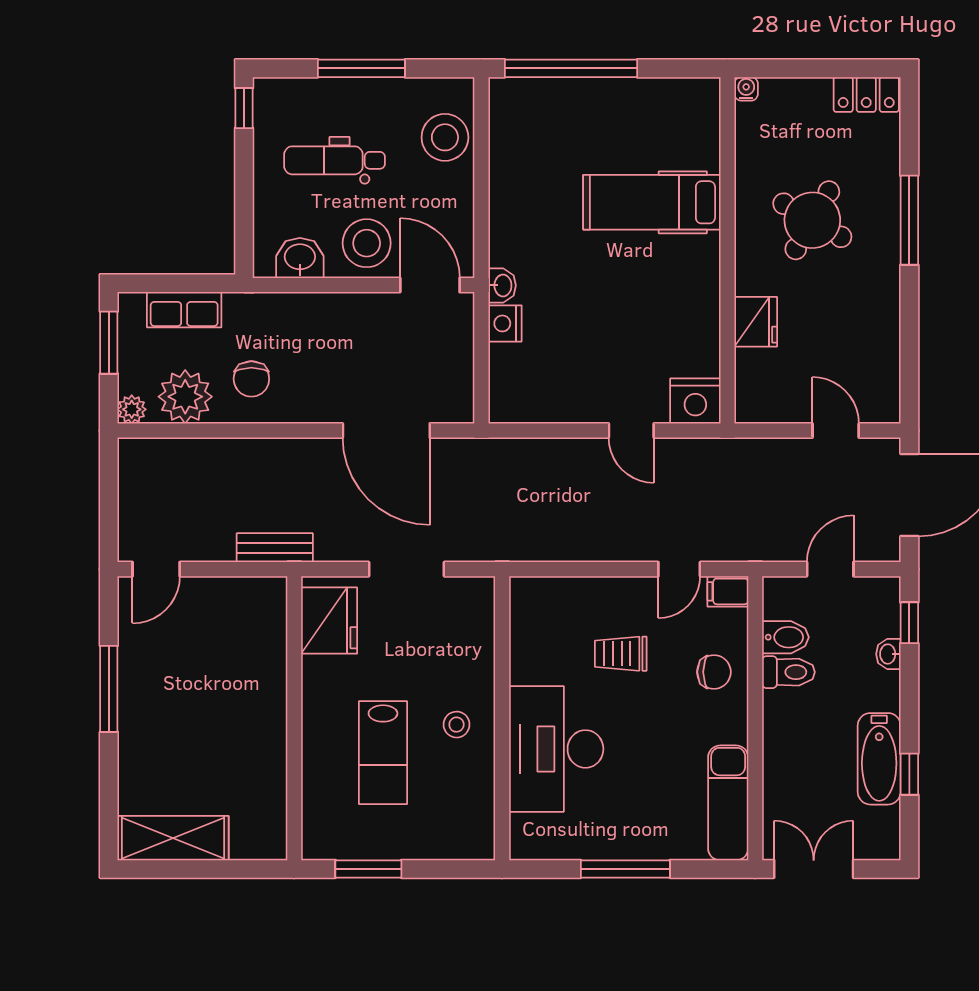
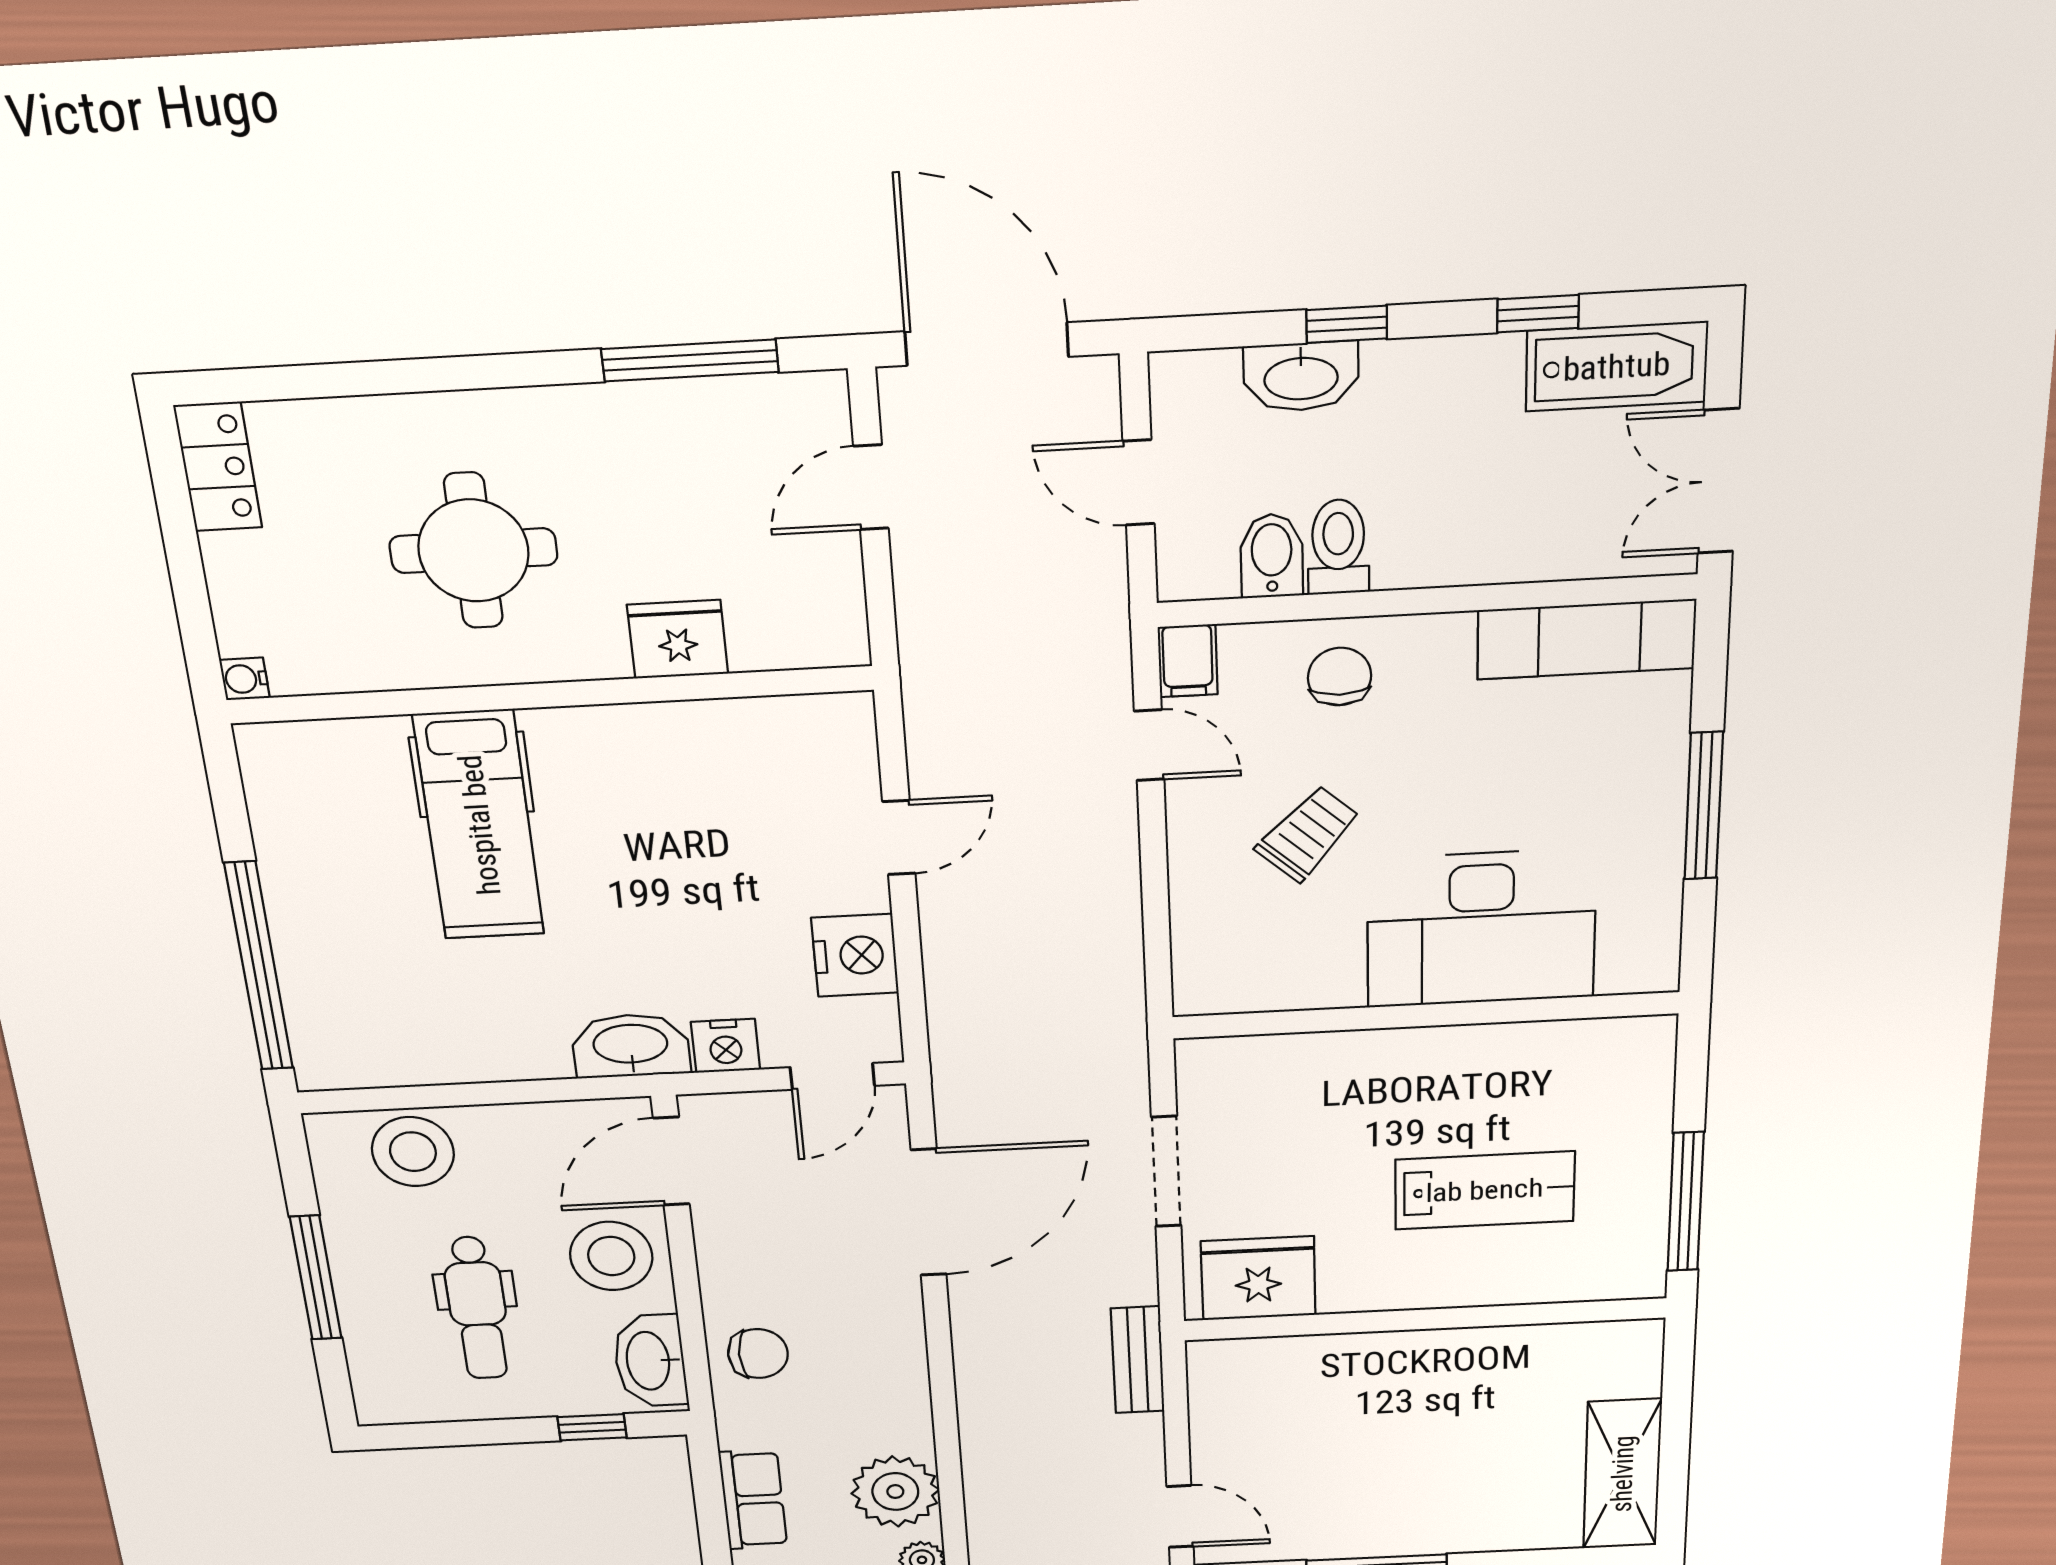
window: (244, 108) -> (592, 1427), moved
round table: (812, 220) -> (473, 551), turned -30
window: (909, 220) -> (690, 360), moved
washbasin: (300, 258) -> (650, 1361), width x1.38
washbasin: (502, 285) -> (631, 1046), width x1.91, depth x1.45
chair: (251, 379) -> (758, 1353), moved
door: (481, 382) -> (832, 1076), added
nightstand: (695, 401) -> (855, 955), moved
window: (909, 623) -> (1347, 324), moved
trolley: (621, 654) -> (1308, 834), turned -138
washbasin: (888, 654) -> (1301, 377), width x1.91, depth x1.45
stool: (457, 725) -> (1437, 1084), removed
bathtub: (879, 759) -> (1617, 366), moved
window: (368, 869) -> (1686, 1202), width x1.44

